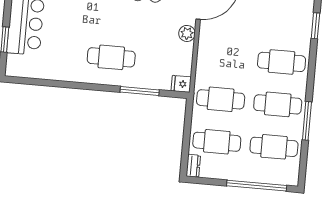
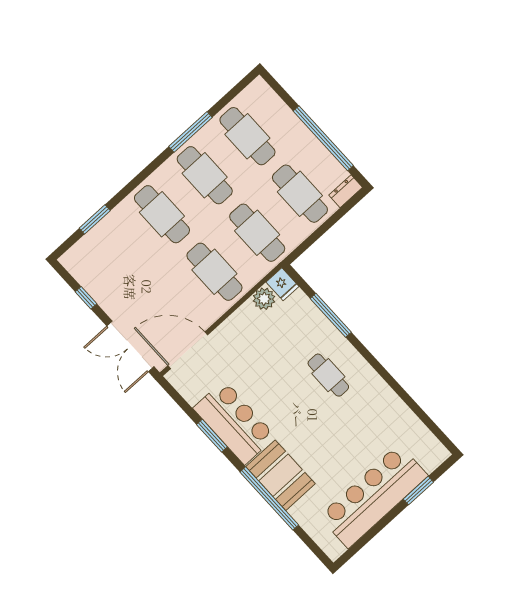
plant: (187, 33) -> (264, 299), moved
cafe table: (111, 57) -> (328, 375), width x0.73, depth x0.74
cafe table: (224, 57) -> (214, 272), added
window: (257, 186) -> (323, 138), moved

